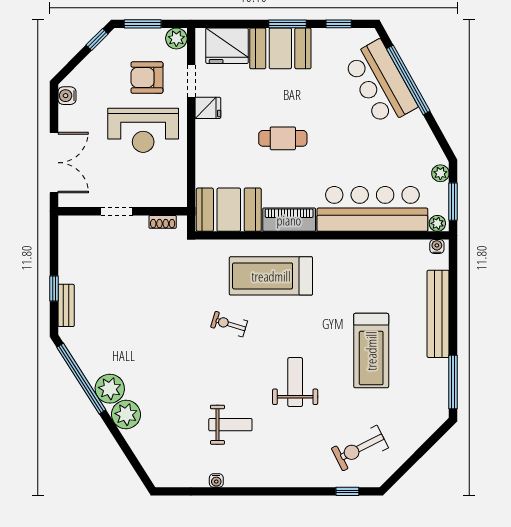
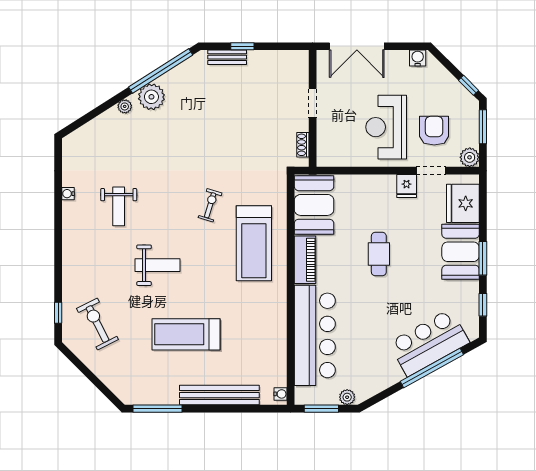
plant: (437, 223) -> (302, 394), removed
treadmill: (271, 276) -> (254, 243), turned 180
plant: (126, 415) -> (125, 106), width x0.53, depth x0.53

